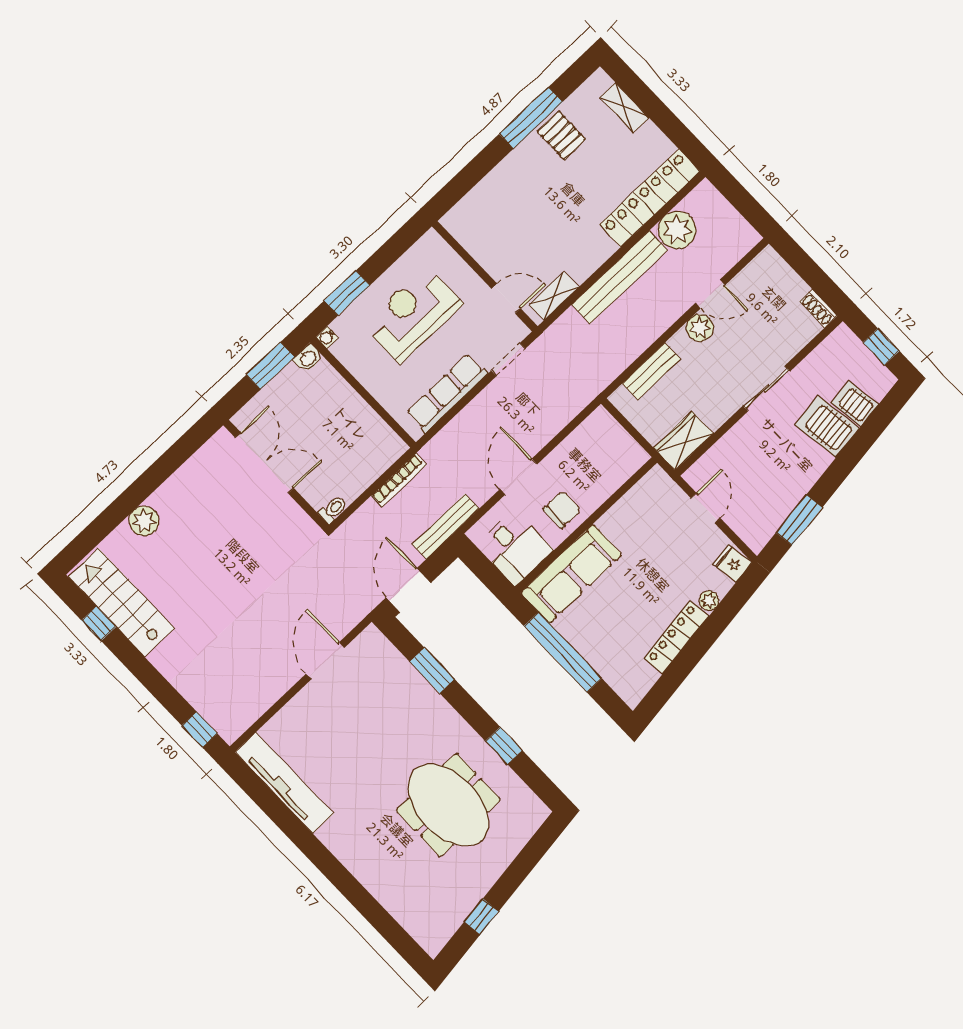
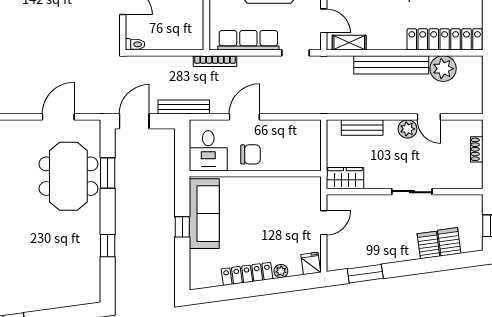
shoe rack: (818, 308) -> (477, 149), moved
server rack: (827, 427) -> (428, 245), width x0.73, depth x0.70
bookcase: (399, 480) -> (215, 61), moved
sofa: (571, 574) -> (204, 214), moved, turned -90
window: (563, 652) -> (182, 227), width x0.32
meeting table: (448, 805) -> (68, 176), moved

